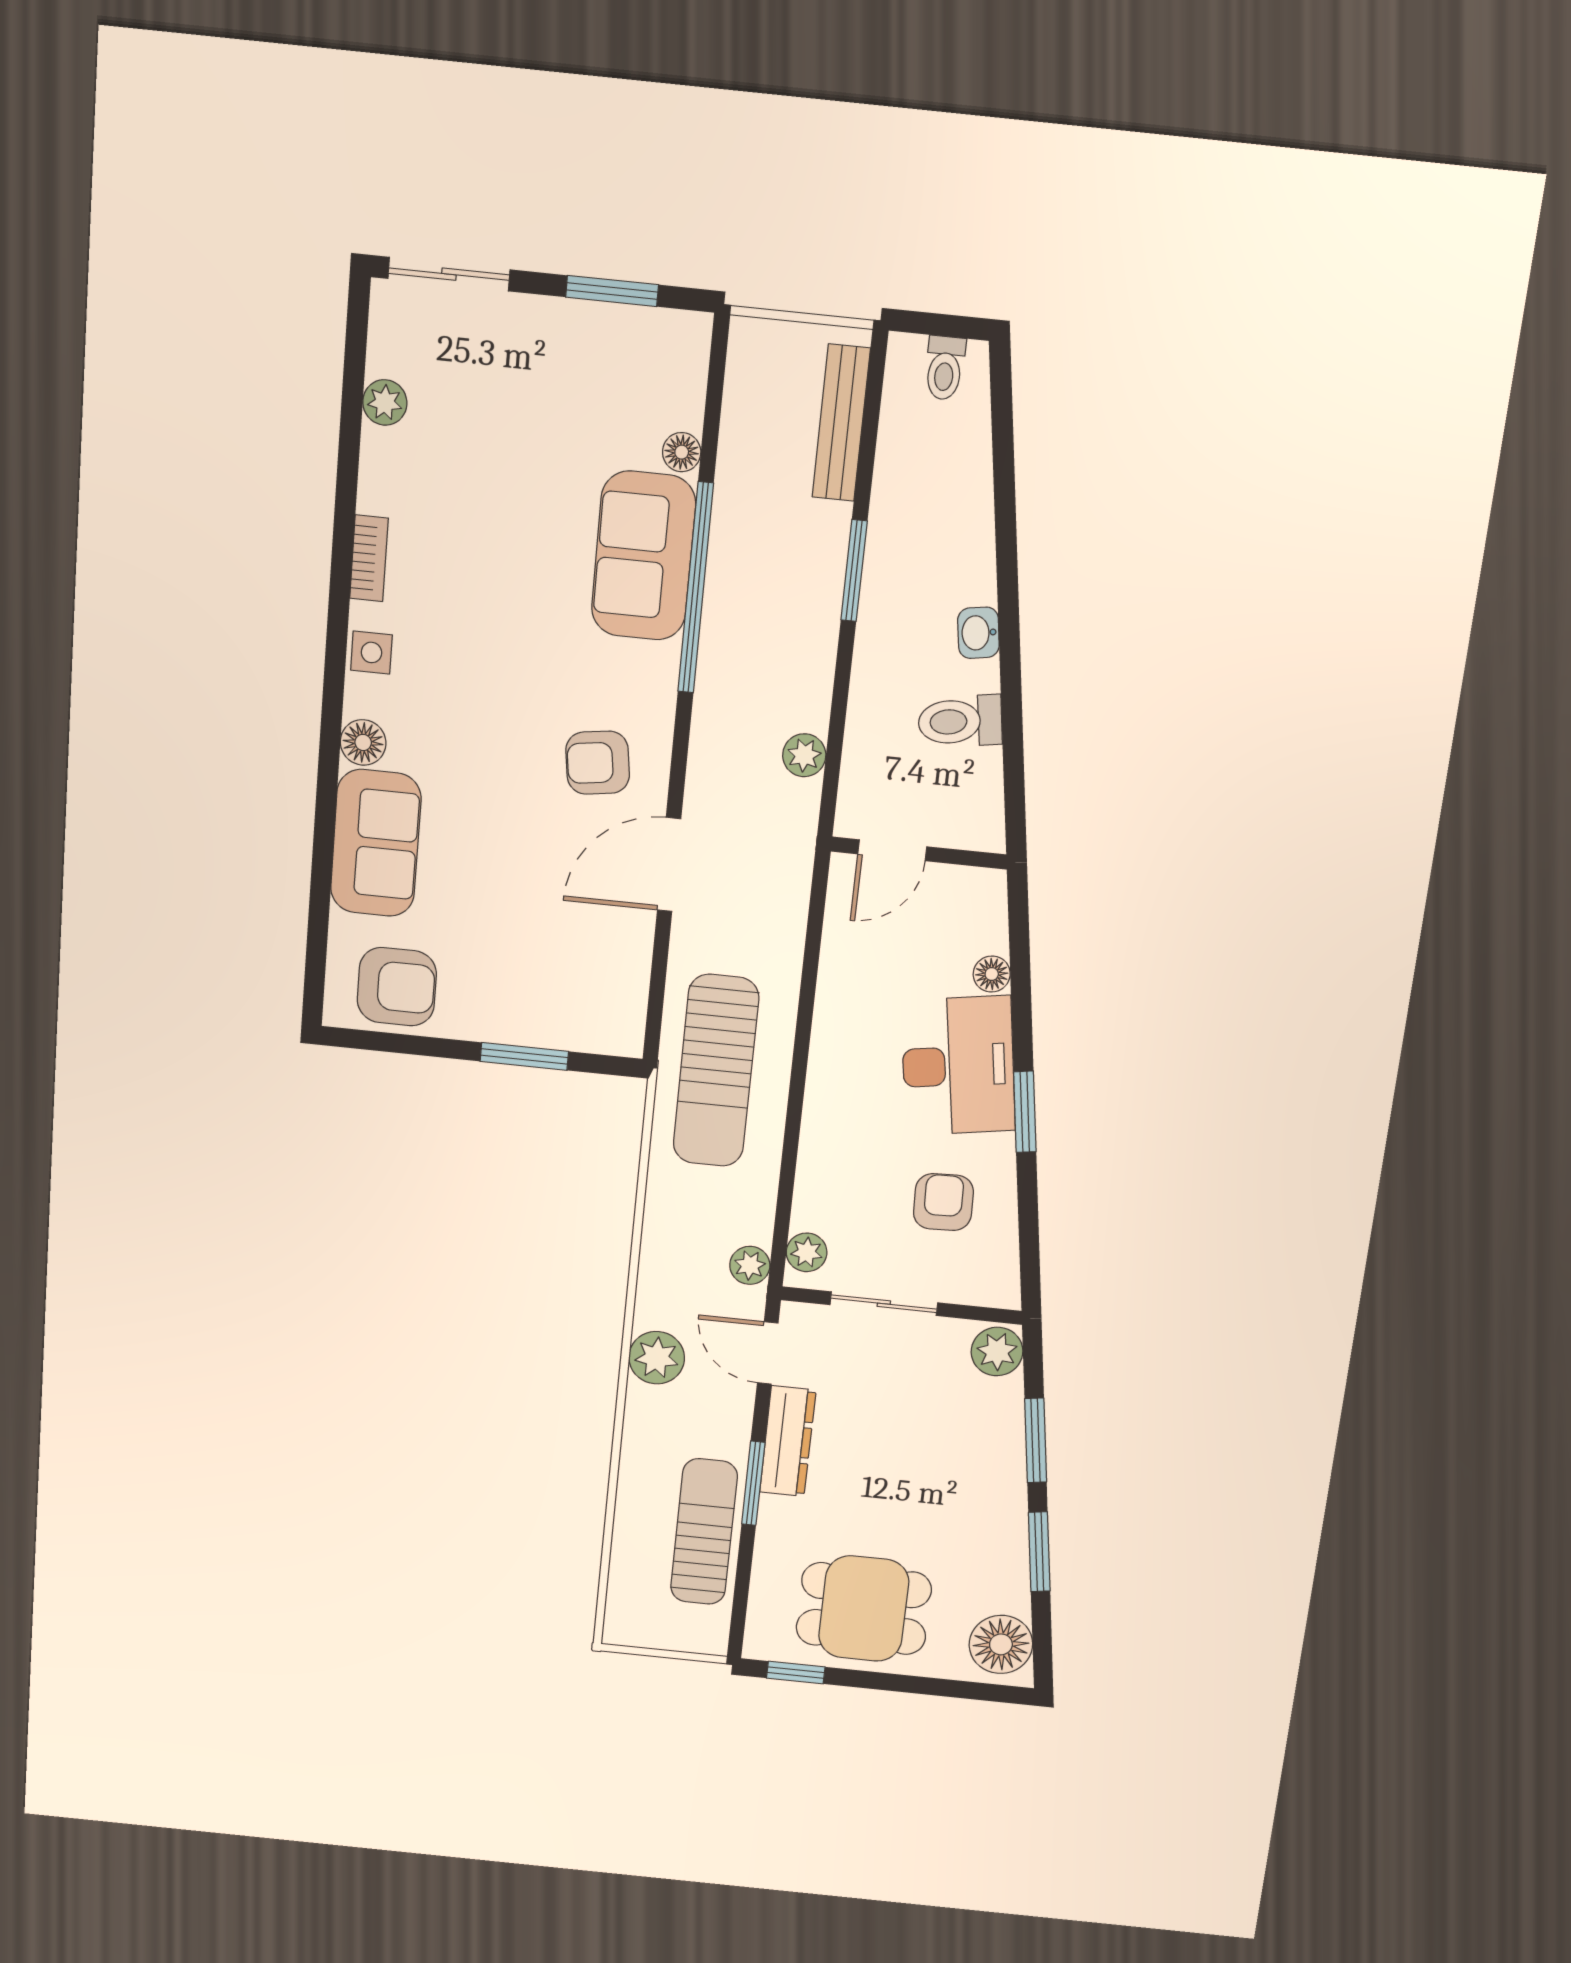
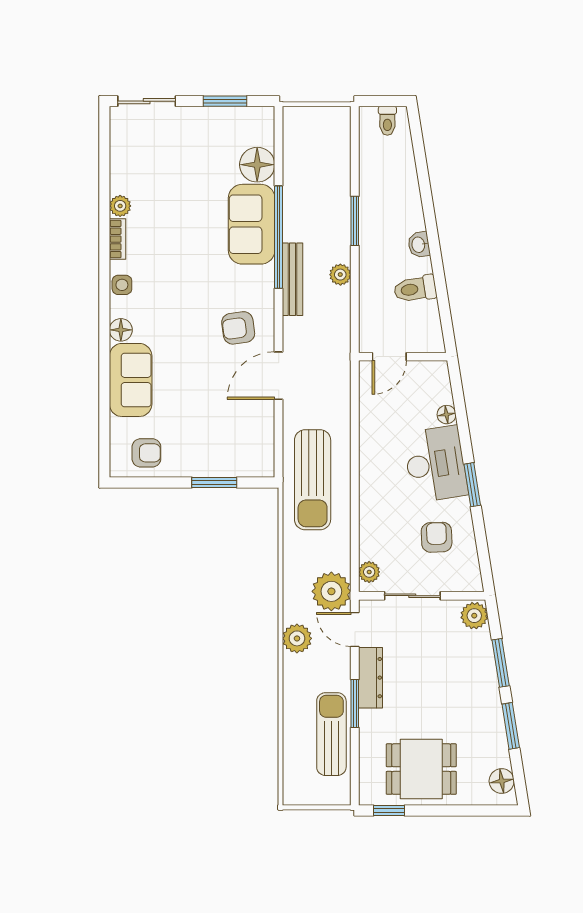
plant: (385, 402) -> (120, 206), moved
bench: (841, 423) -> (292, 279), moved
floor lamp: (682, 452) -> (257, 165), width x1.89, depth x1.89
plant: (804, 755) -> (340, 275), moved
armchair: (397, 987) -> (146, 453), width x0.72, depth x0.72
plant: (750, 1265) -> (331, 591), width x1.87, depth x1.87
floor lamp: (1001, 1644) -> (502, 781), width x0.73, depth x0.73

